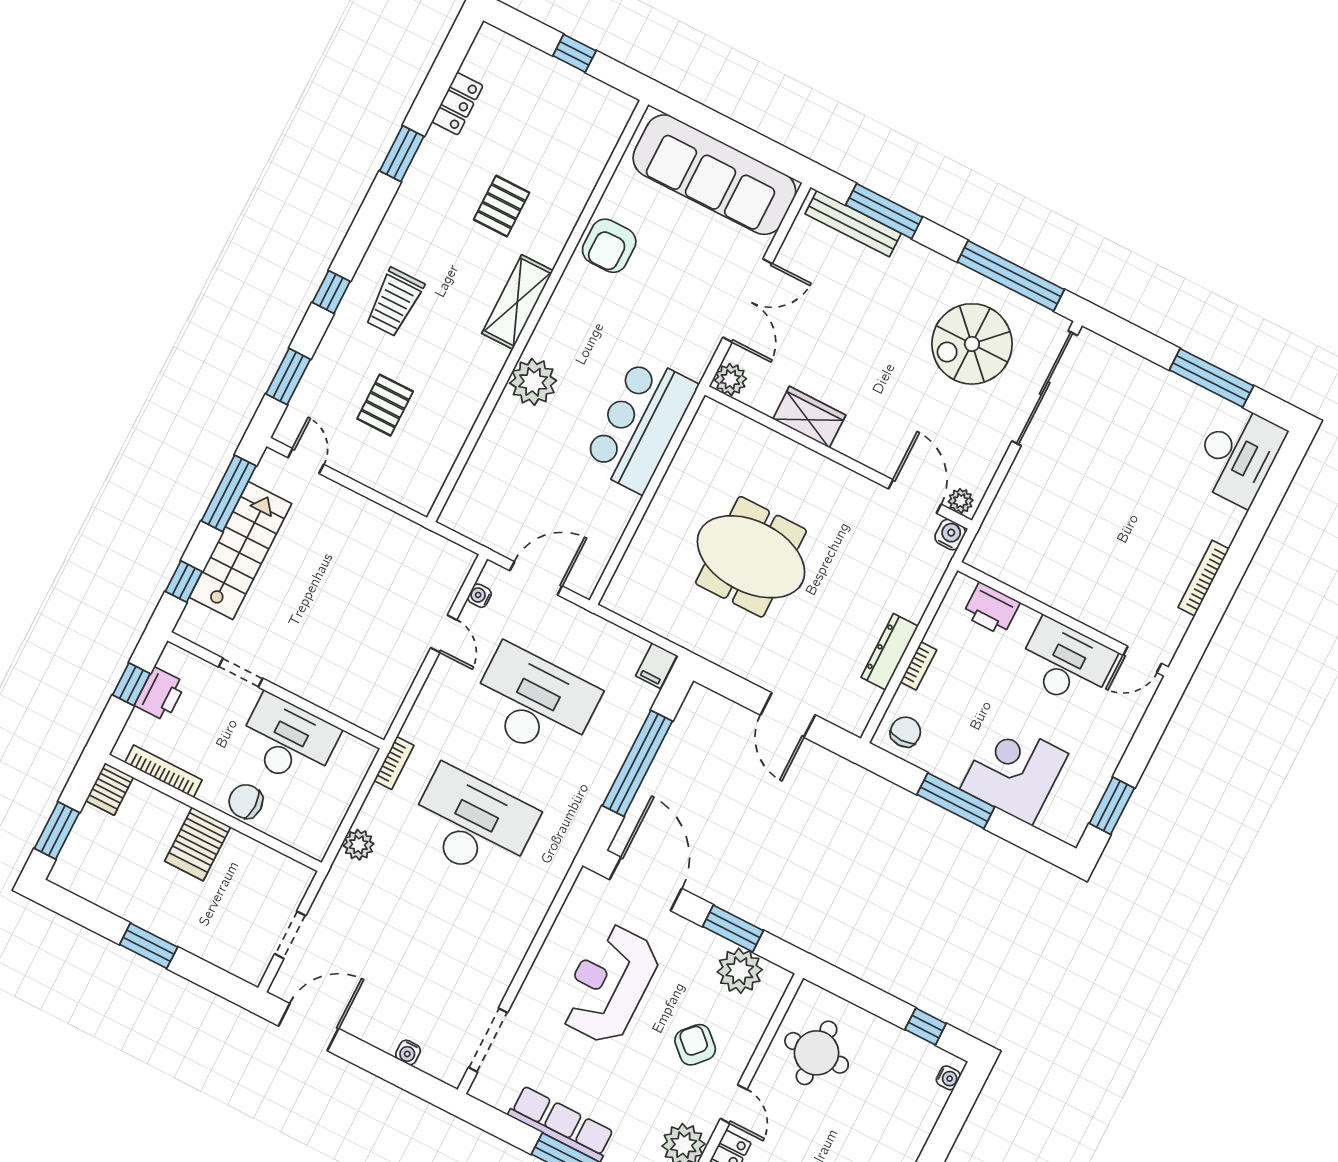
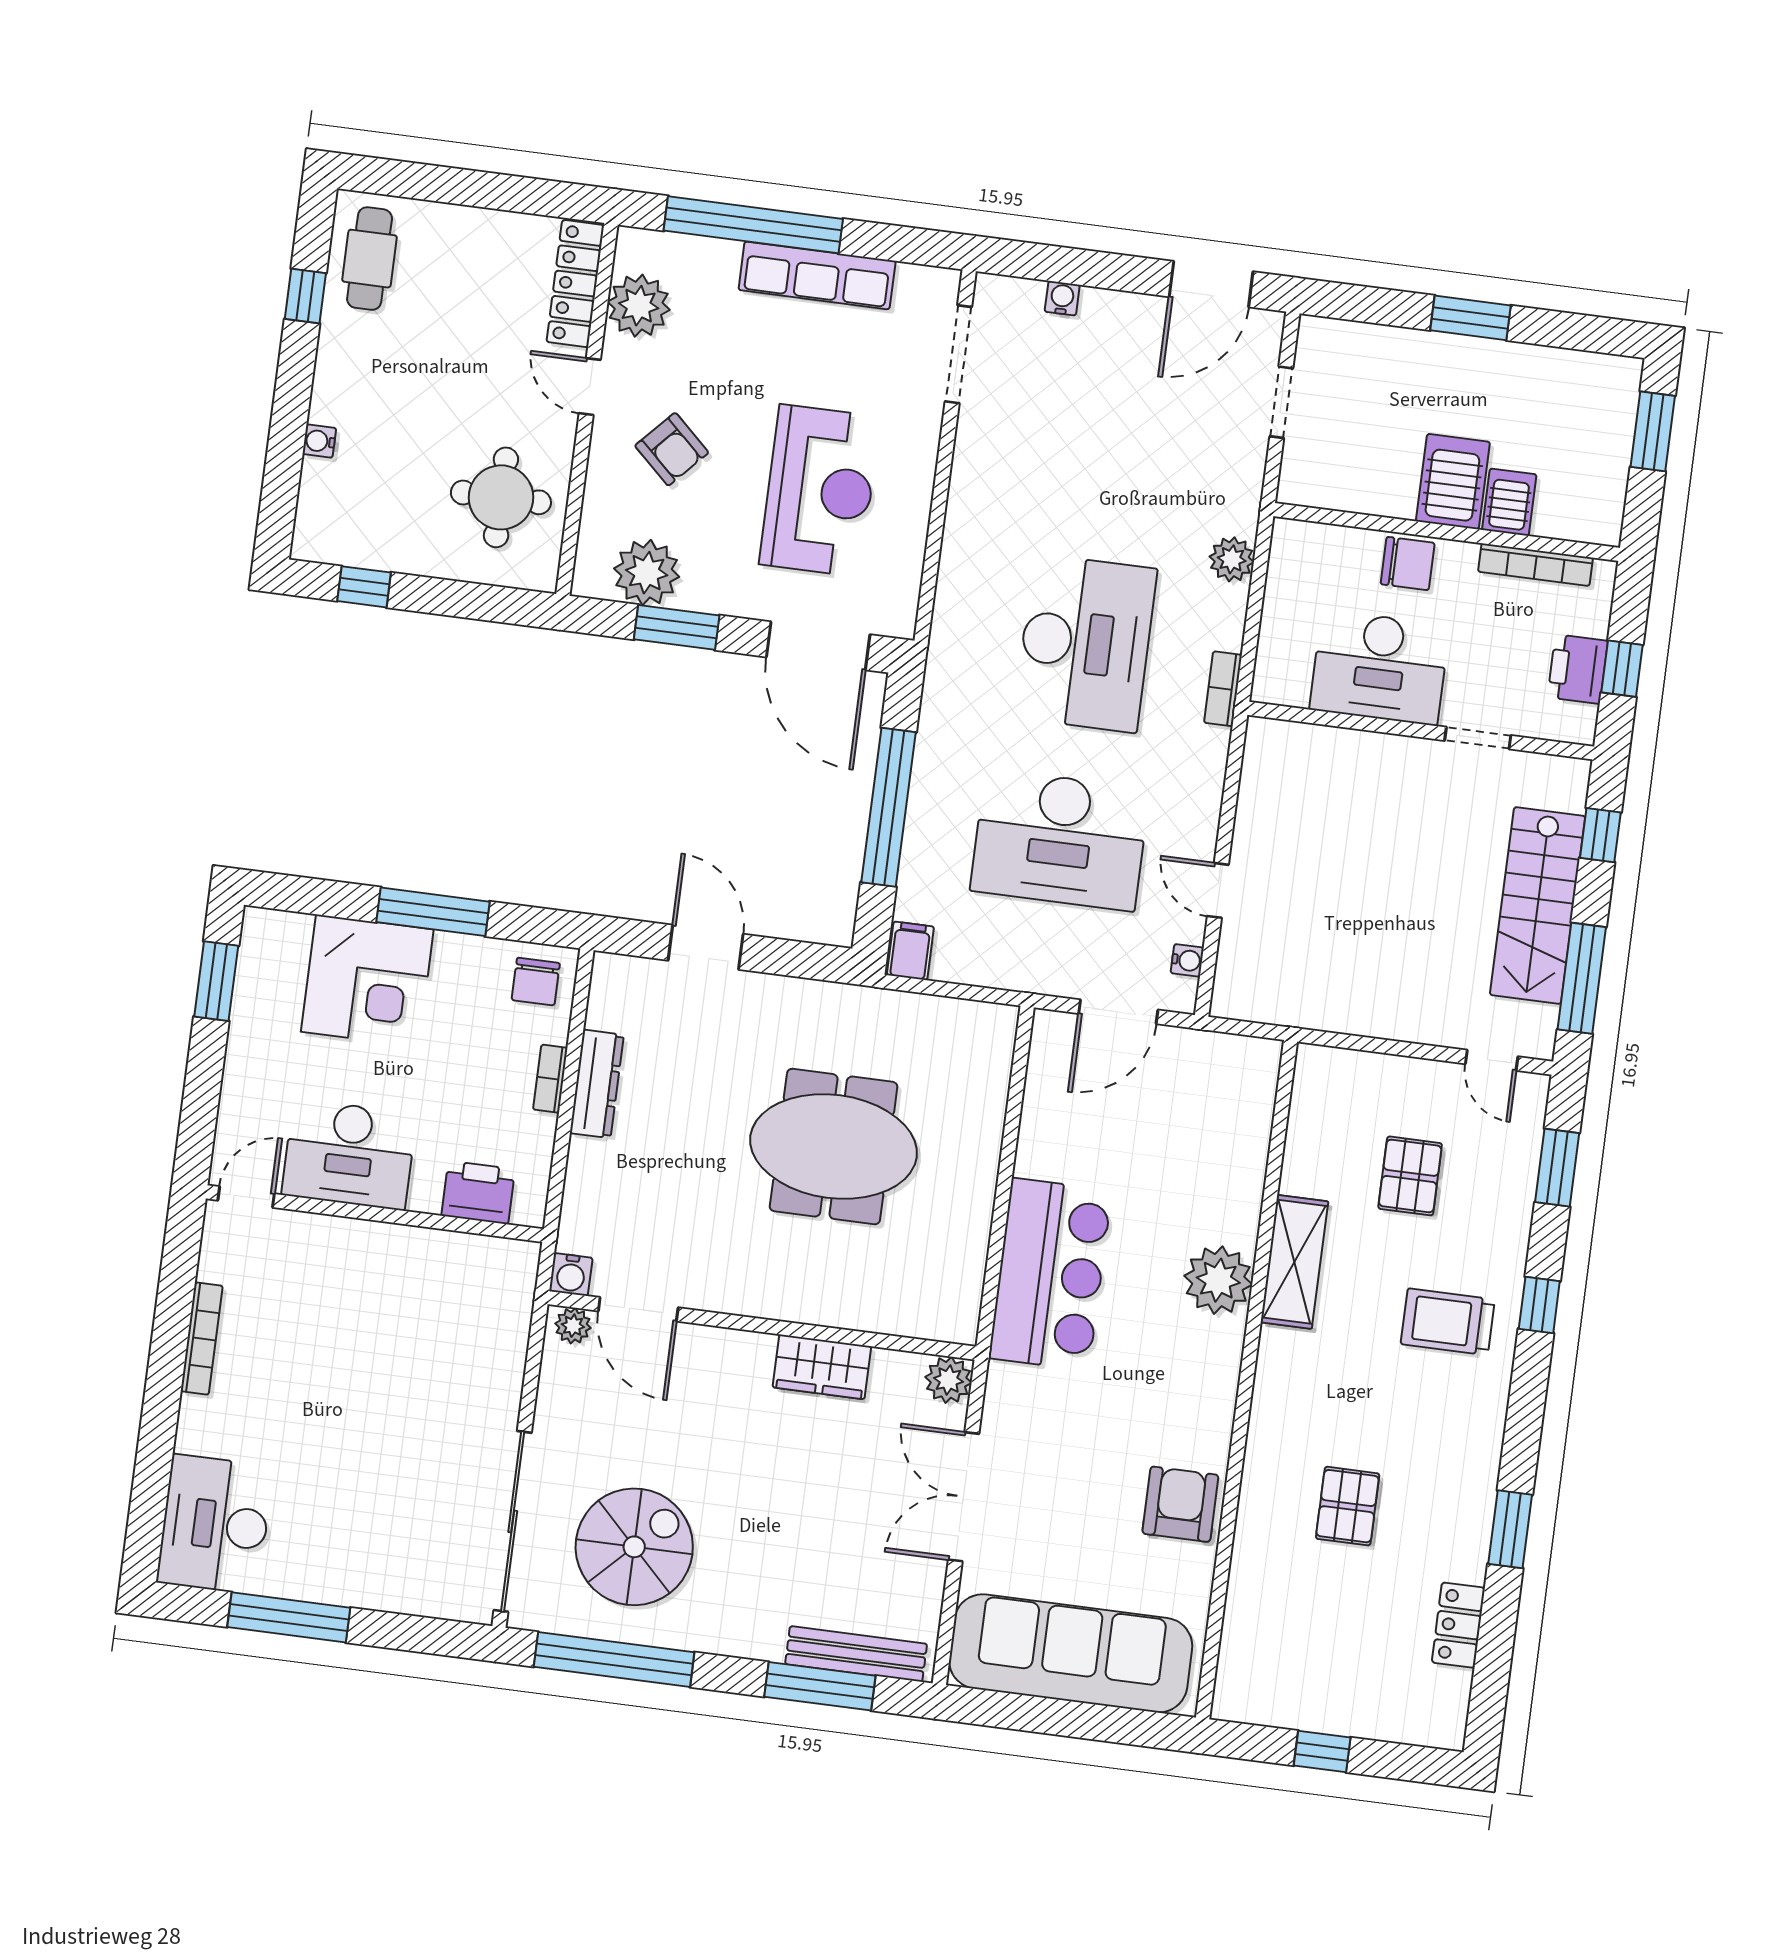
trolley: (394, 302) -> (1448, 1322), turned -90
shelving: (517, 302) -> (1294, 1262), moved
server rack: (110, 789) -> (1509, 502), moved
desk: (472, 824) -> (1085, 643), turned -90
water cooler: (948, 1078) -> (319, 441), moved

